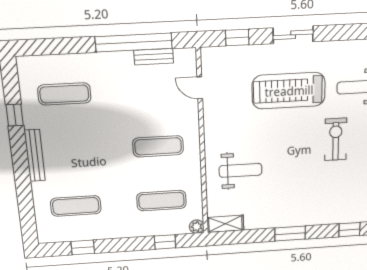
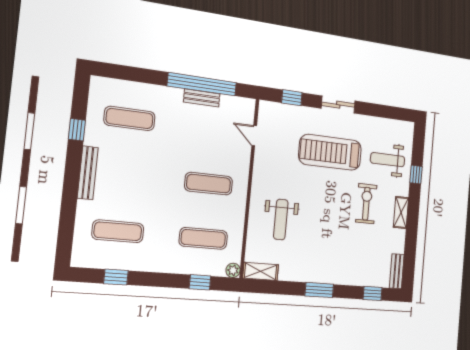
bench: (154, 57) -> (202, 98), moved
weight bench: (240, 170) -> (281, 219), turned 90

